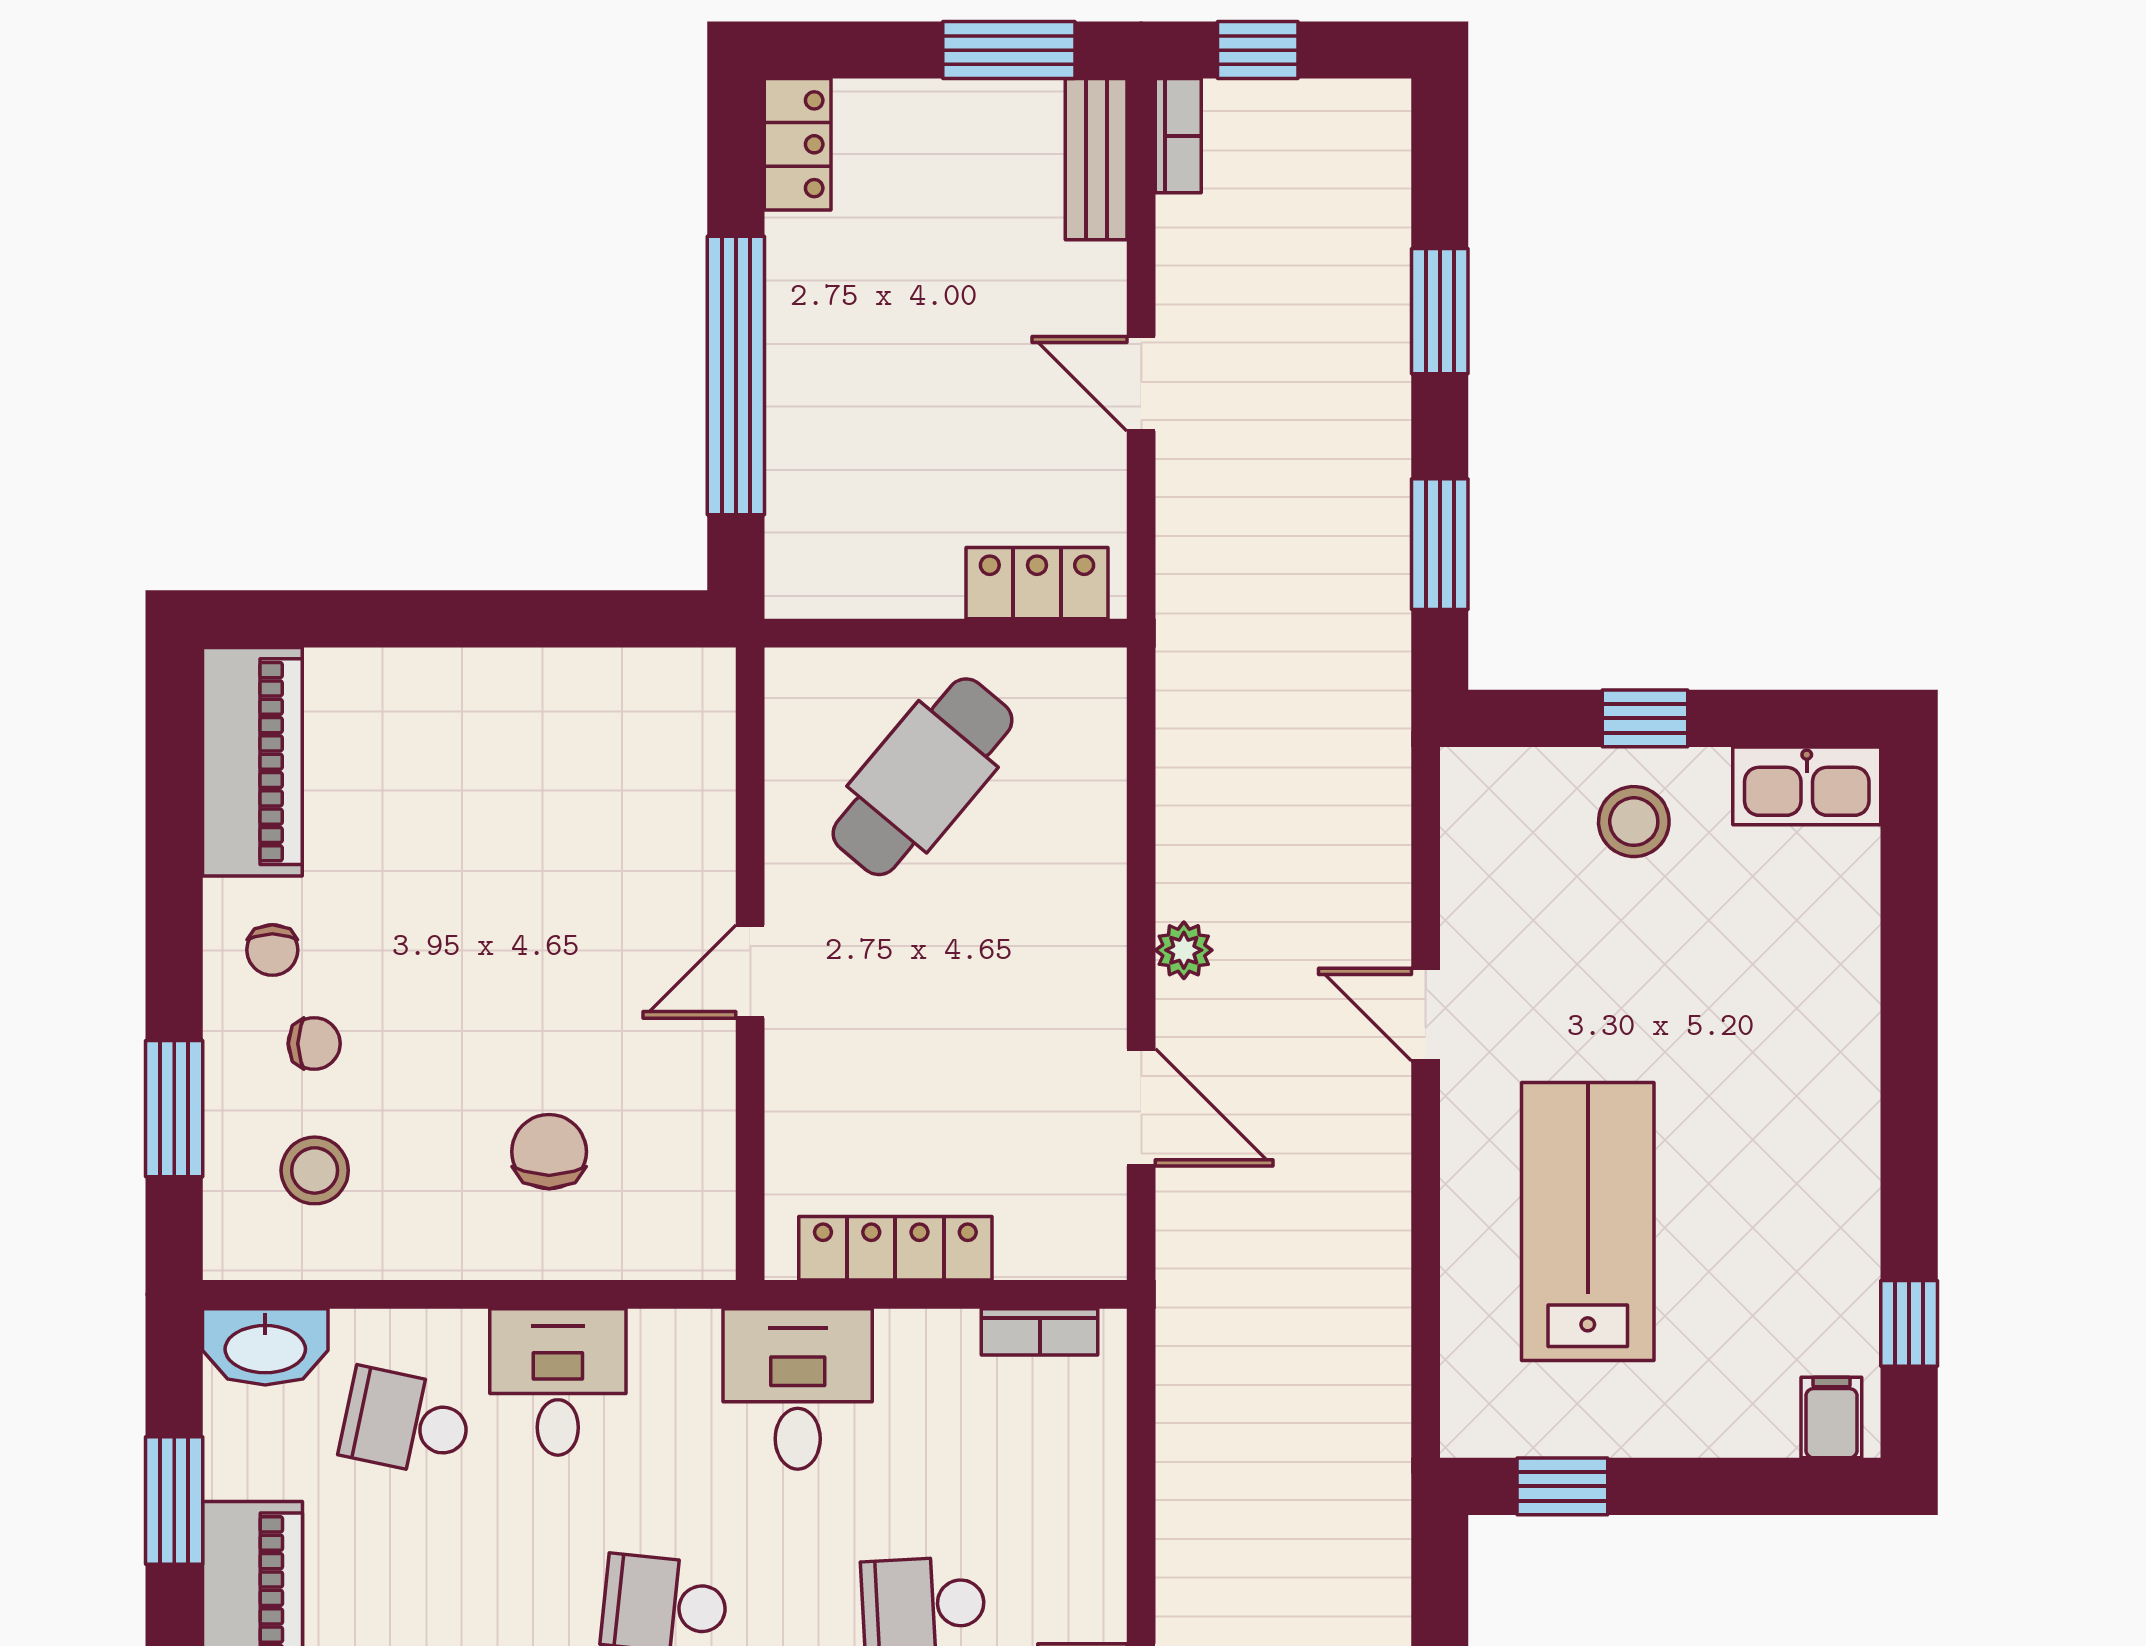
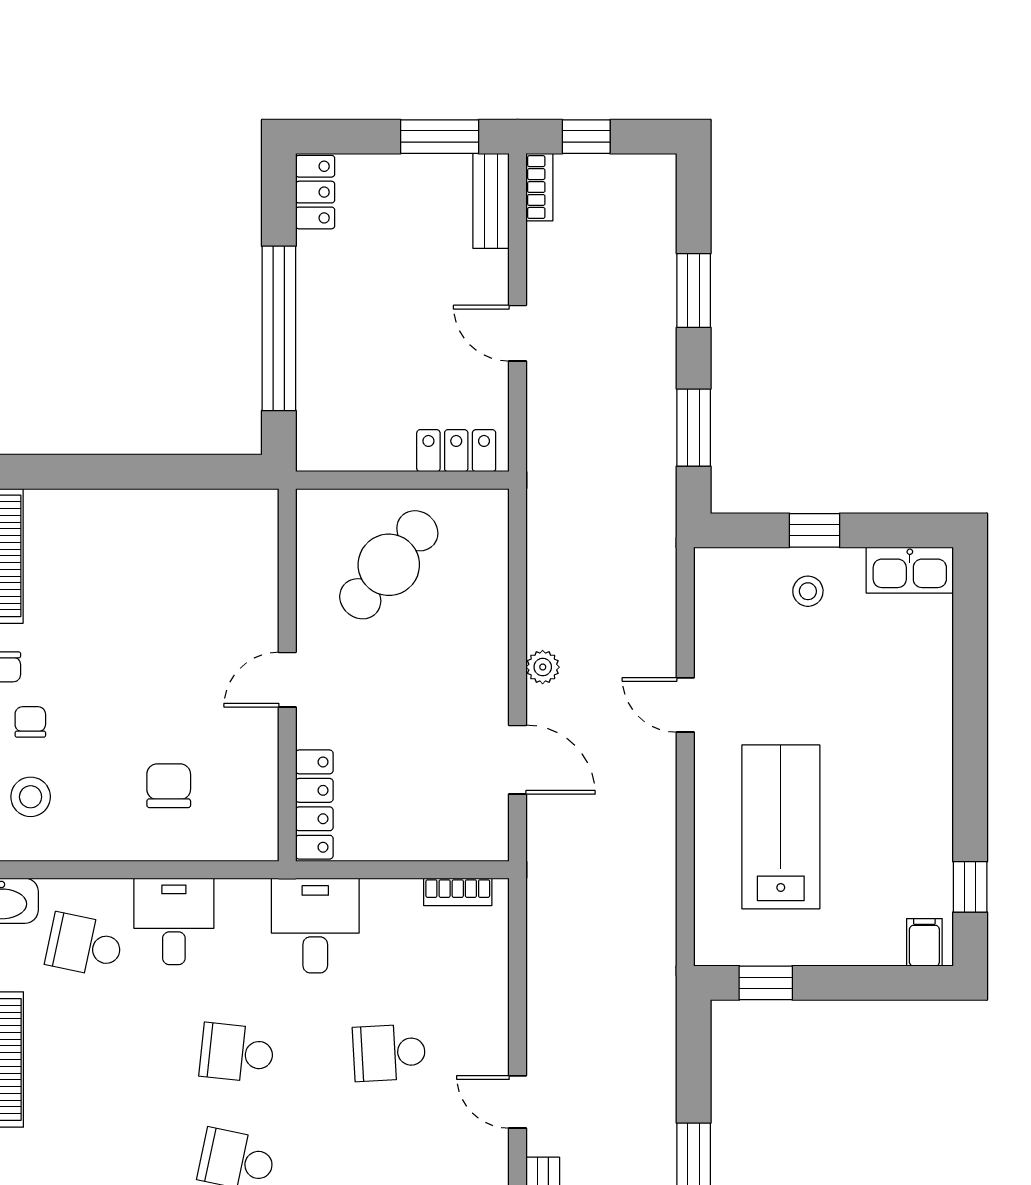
stool: (1634, 822) -> (808, 591), width x0.73, depth x0.73
chair: (314, 1044) -> (30, 722), turned -90
locker: (895, 1248) -> (314, 805), moved, turned 90

